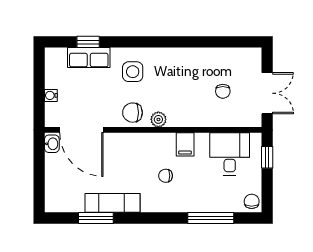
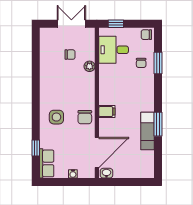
row of seats: (89, 58) -> (47, 163), moved
plant: (158, 119) -> (90, 66), moved
filing cabinet: (185, 144) -> (107, 112), moved
chair: (166, 176) -> (141, 63), moved
window: (96, 218) -> (158, 124), moved
window: (211, 218) -> (158, 63), width x0.69

